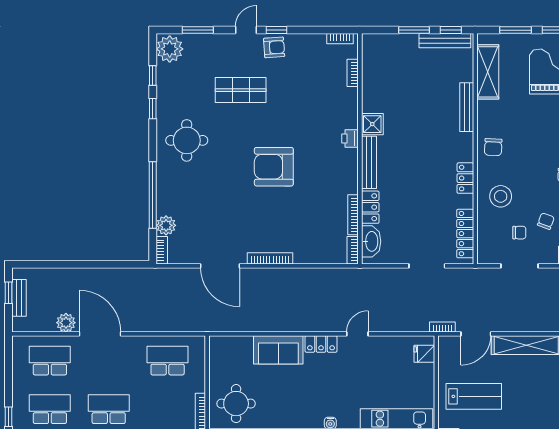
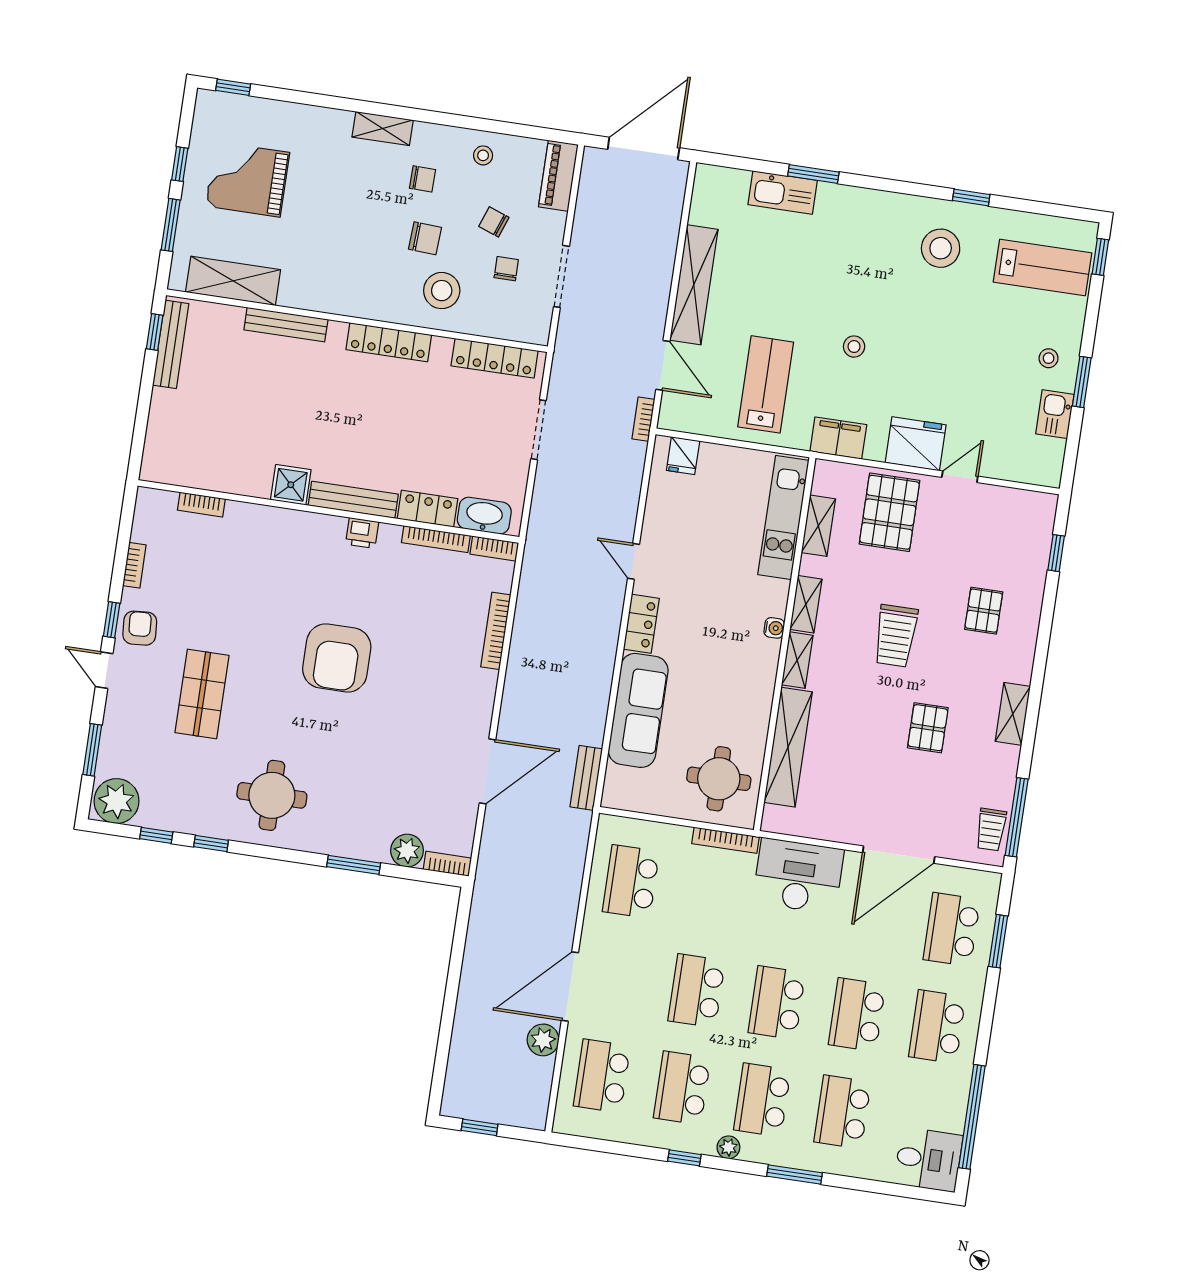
window: (414, 30) -> (146, 393), removed
bookcase: (340, 39) -> (134, 565), moved
printer: (350, 139) -> (362, 533), moved
chair: (493, 147) -> (425, 238), moved
locker: (465, 178) -> (389, 342), width x1.53
window: (153, 195) -> (354, 865), width x0.47
bookcase: (270, 258) -> (496, 631), moved
bench: (19, 298) -> (586, 778), moved, turned 90
sofa: (278, 350) -> (638, 710), width x1.36

